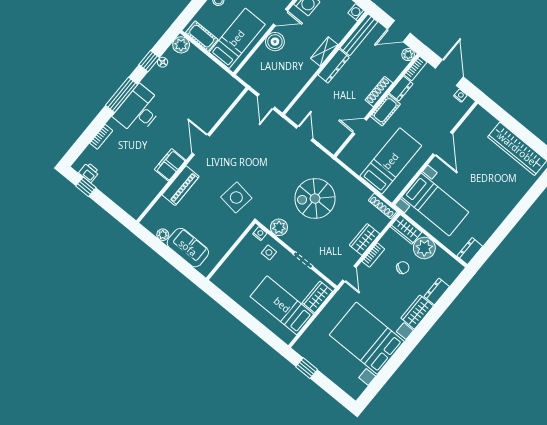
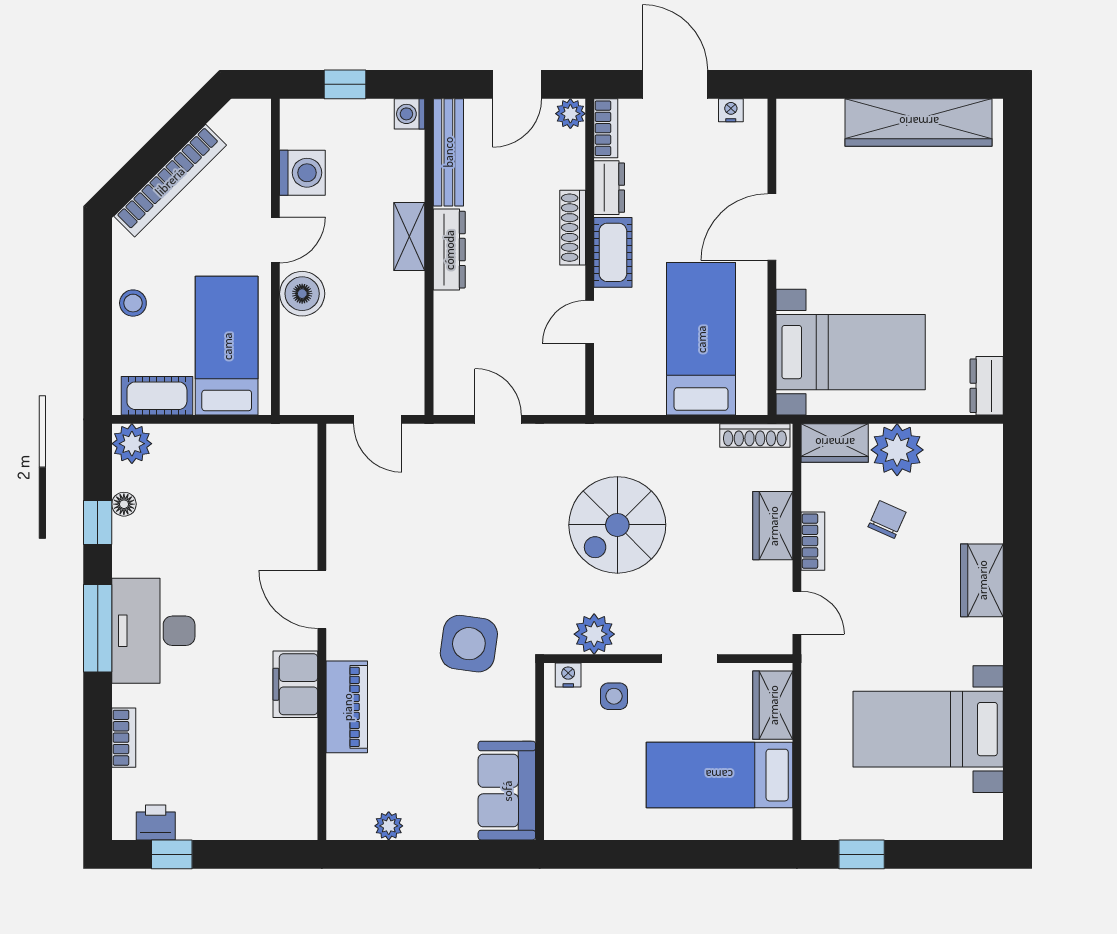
door: (443, 144) -> (772, 227), swing flipped
sofa: (188, 248) -> (507, 791), moved, turned -90
dresser: (437, 291) -> (987, 512), removed
bed with nightstands: (367, 338) -> (928, 729), width x0.73

